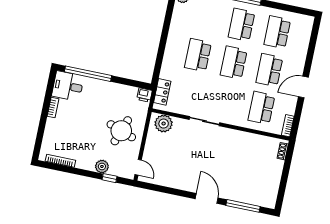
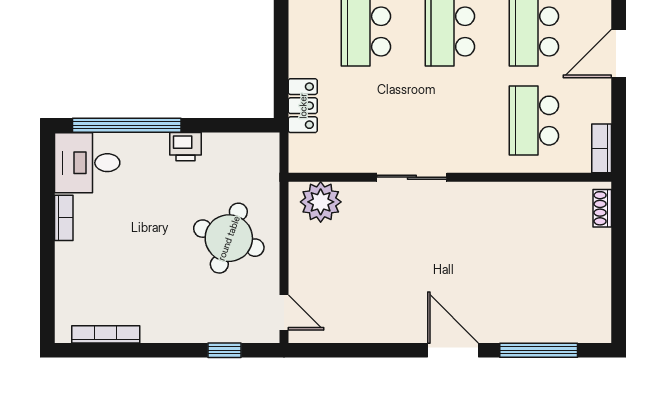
locker: (162, 92) -> (303, 106), moved
printer: (144, 95) -> (185, 147), moved
plant: (102, 166) -> (202, 328), removed

